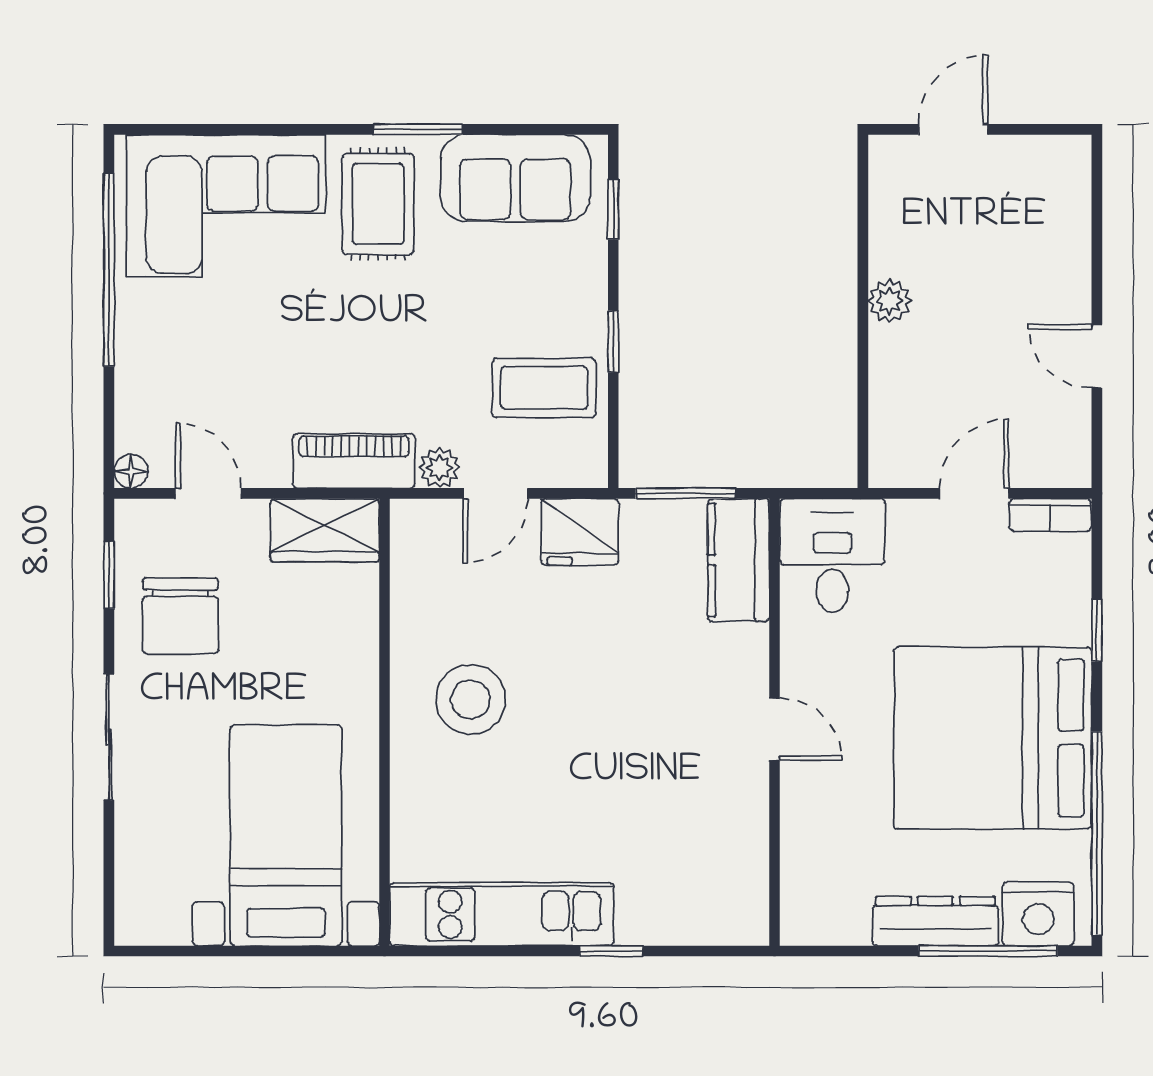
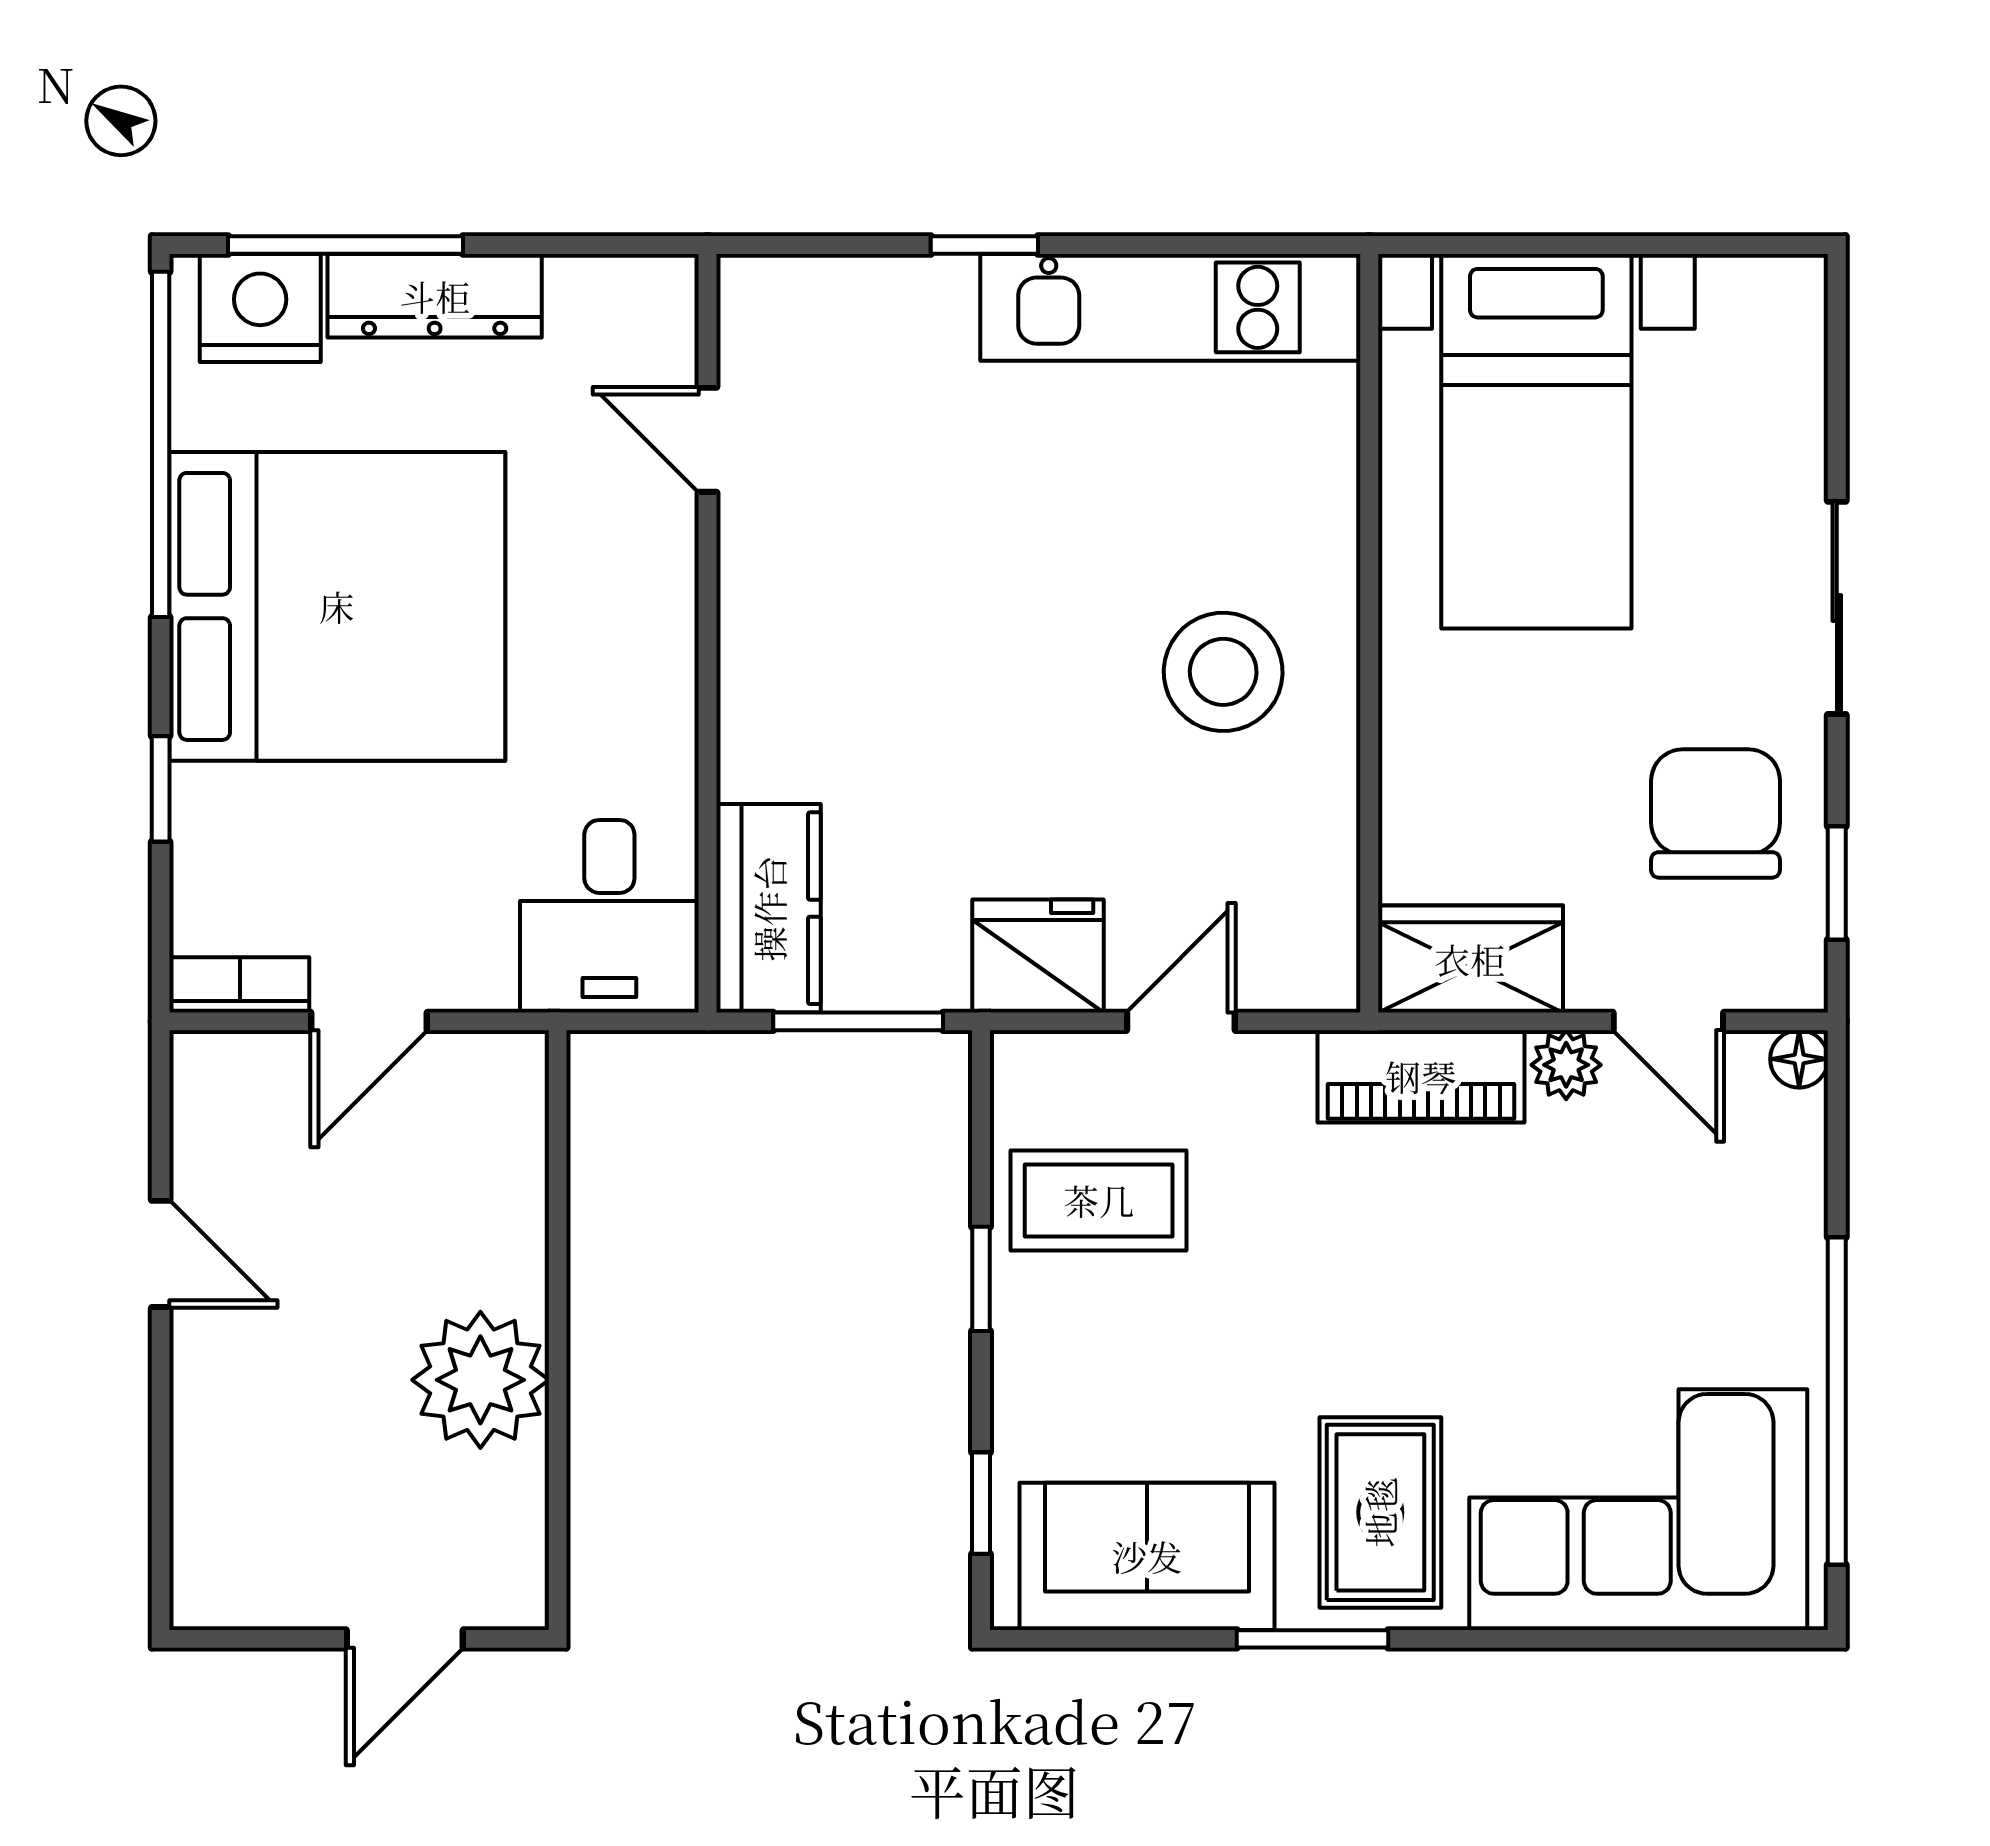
plant: (890, 301) -> (480, 1380), width x1.88, depth x1.88
plant: (439, 468) -> (1566, 1065), moved
door: (774, 729) -> (708, 440), moved

